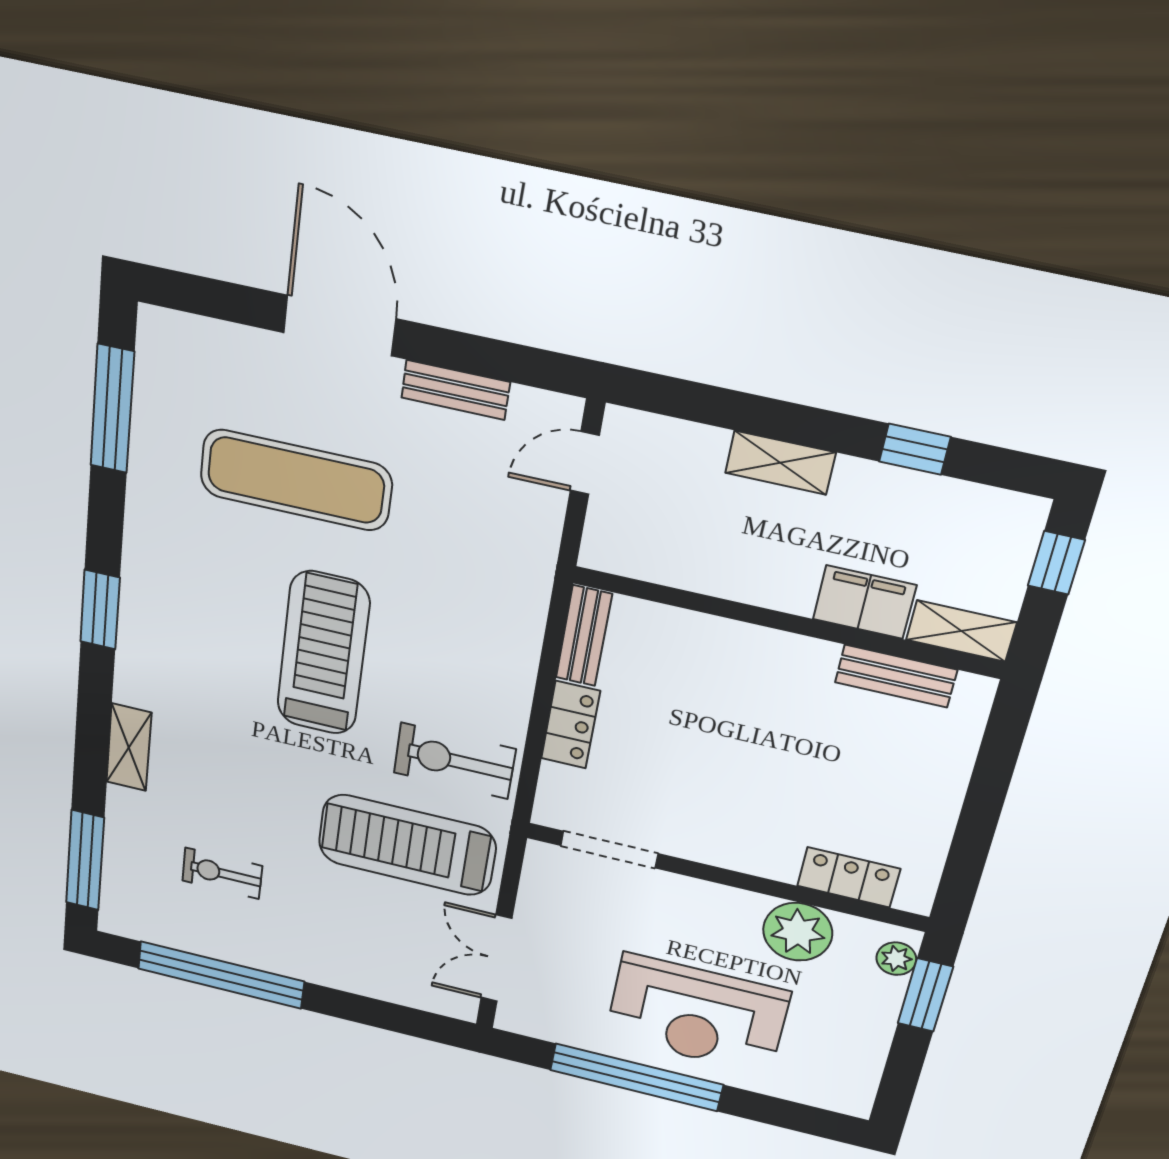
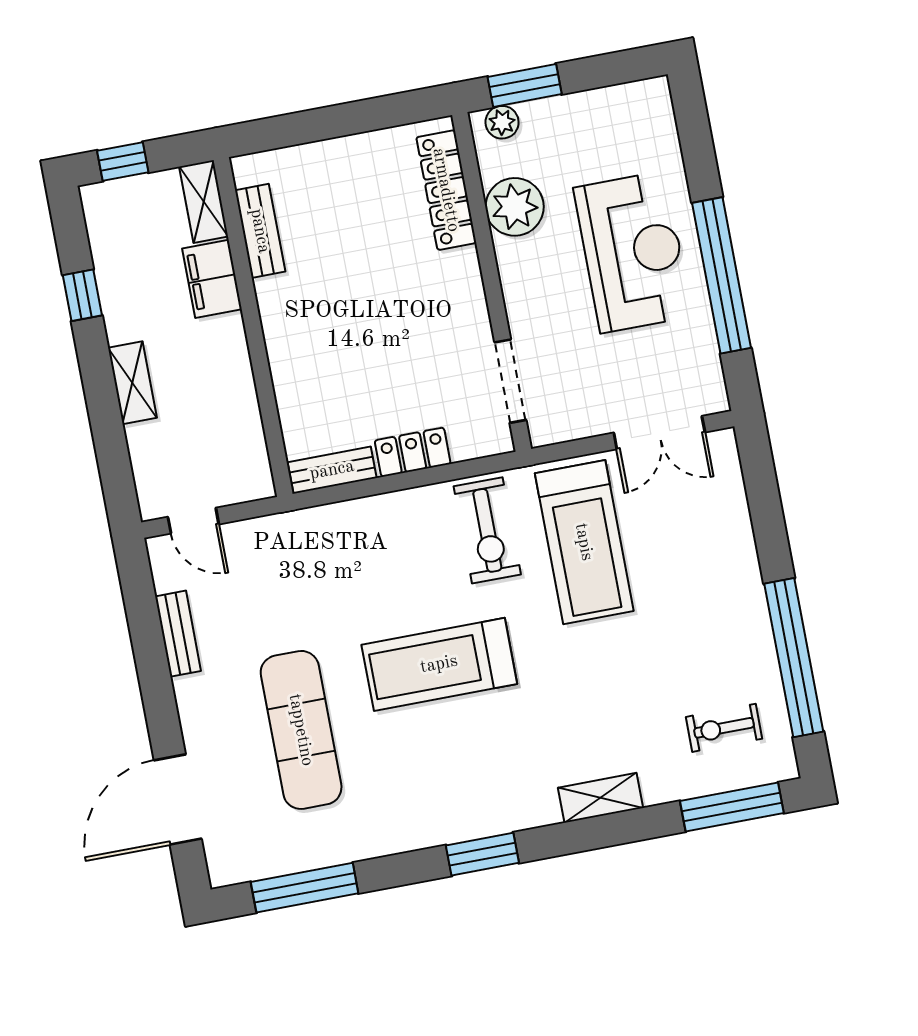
door: (340, 326) -> (178, 799), moved
exercise bike: (222, 873) -> (724, 728), moved, turned 90
locker: (849, 877) -> (446, 190), width x1.53

